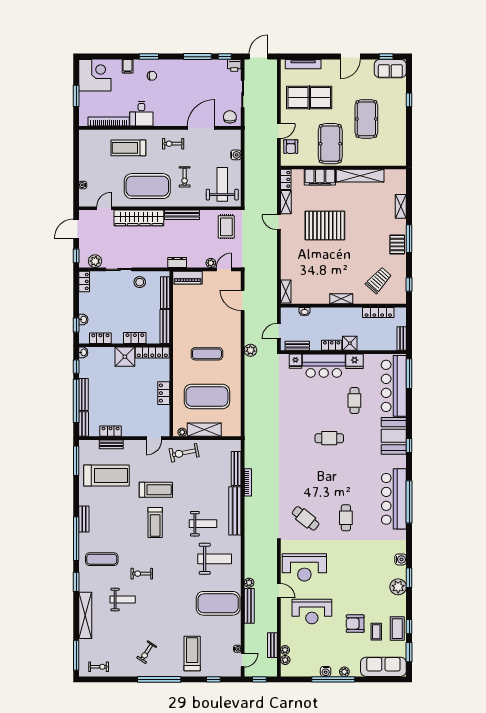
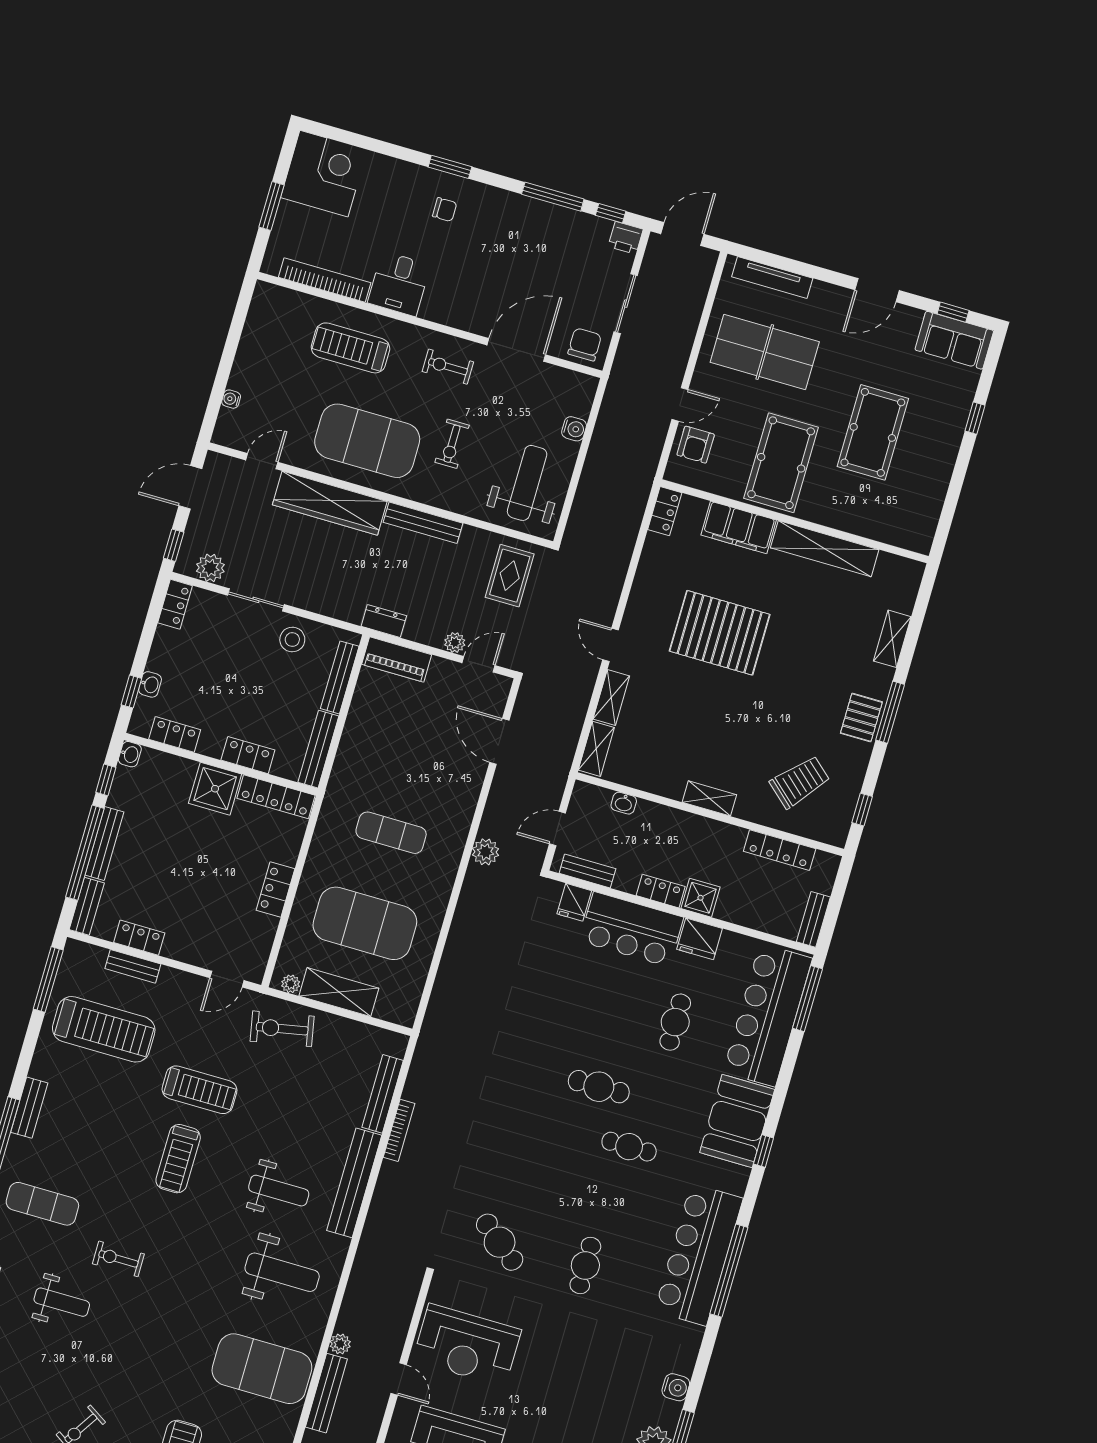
filing cabinet: (128, 66) -> (399, 175), removed
shelving: (286, 202) -> (611, 697), moved
door: (279, 222) -> (610, 645), moved
cafe table: (350, 461) -> (629, 1147), added

